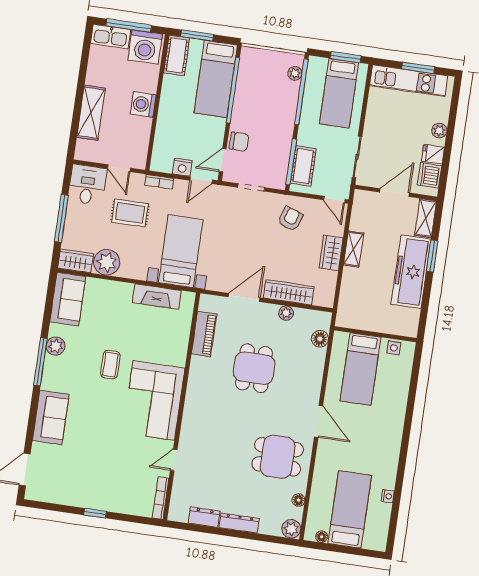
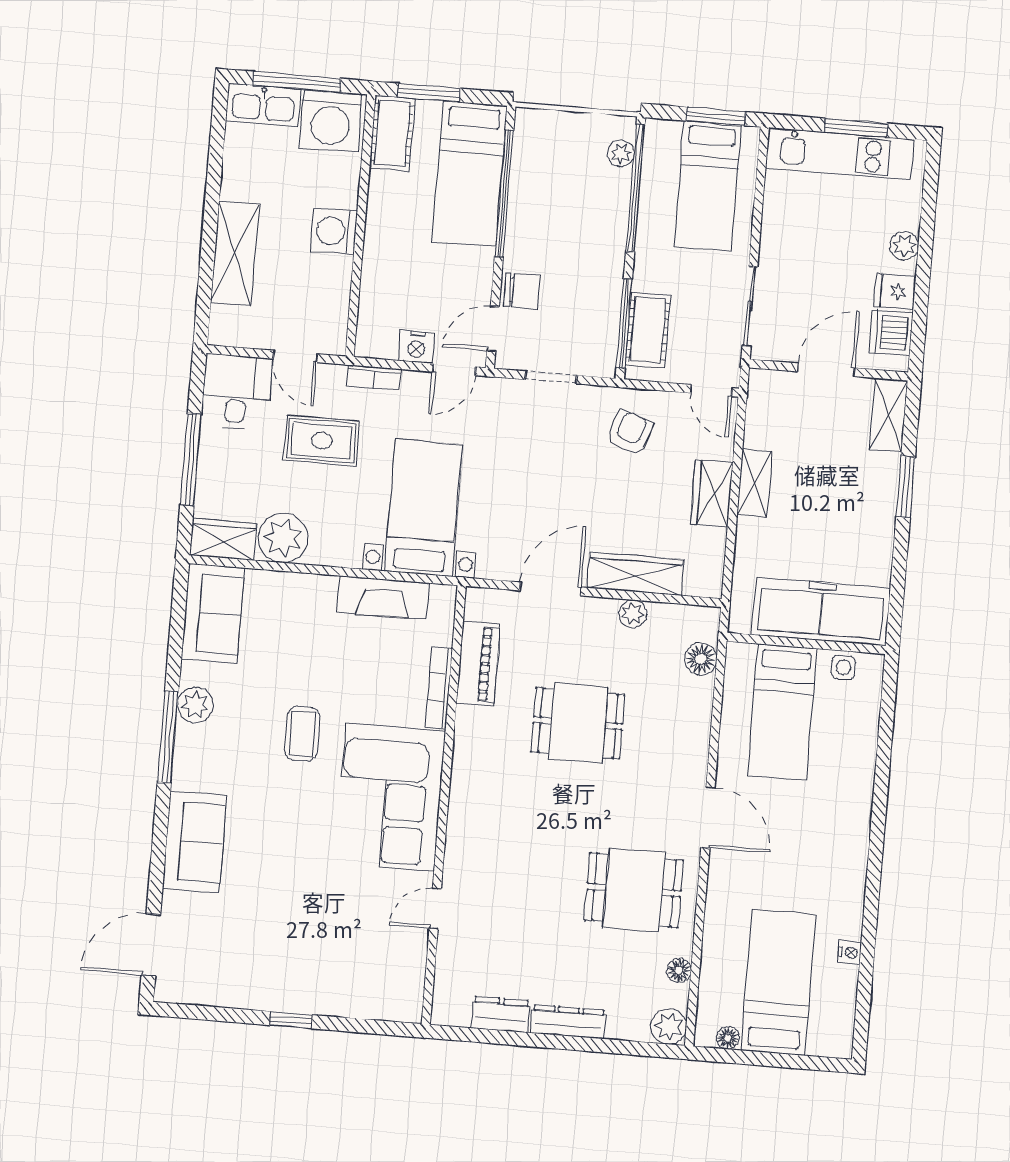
freezer: (411, 272) -> (821, 611), moved, turned 90
dining table: (254, 368) -> (578, 723), turned 90
bookcase: (161, 498) -> (439, 688), moved

